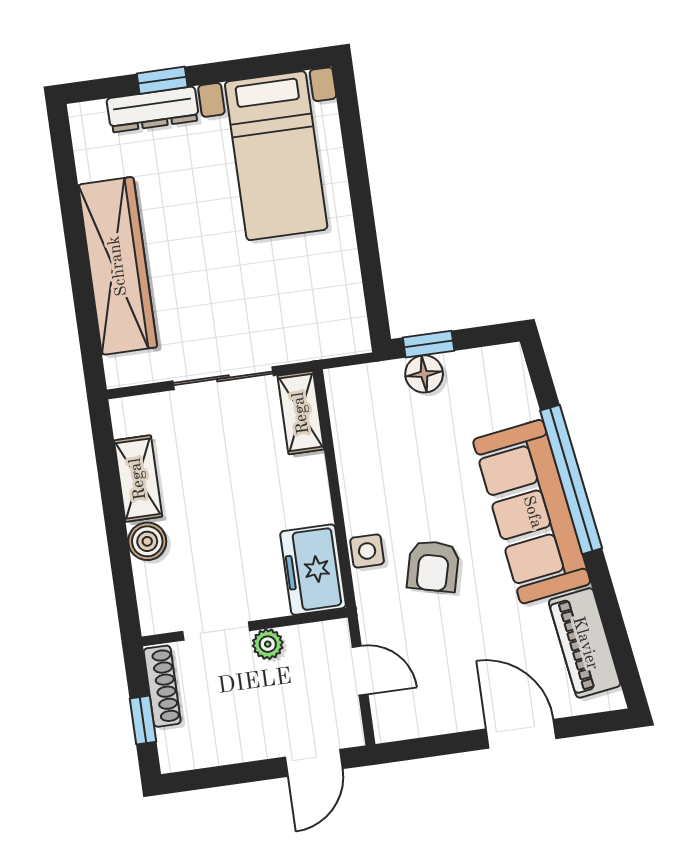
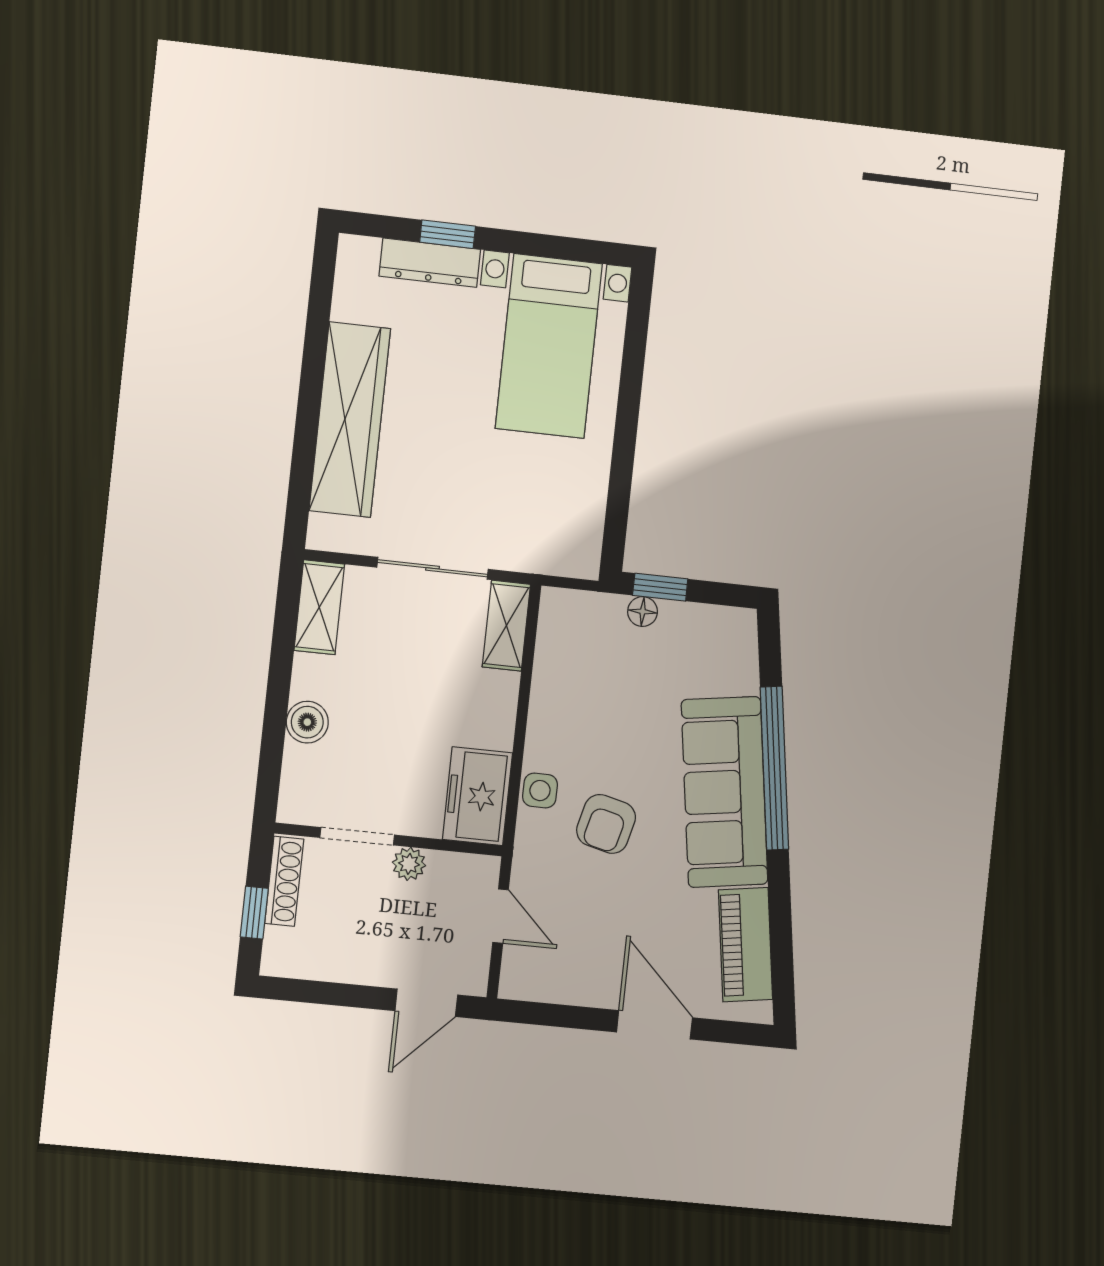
floor lamp: (424, 374) -> (643, 612), width x0.73, depth x0.73
shelving: (138, 479) -> (319, 607), moved

